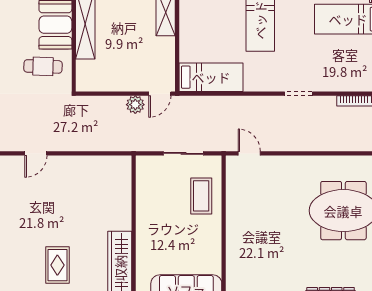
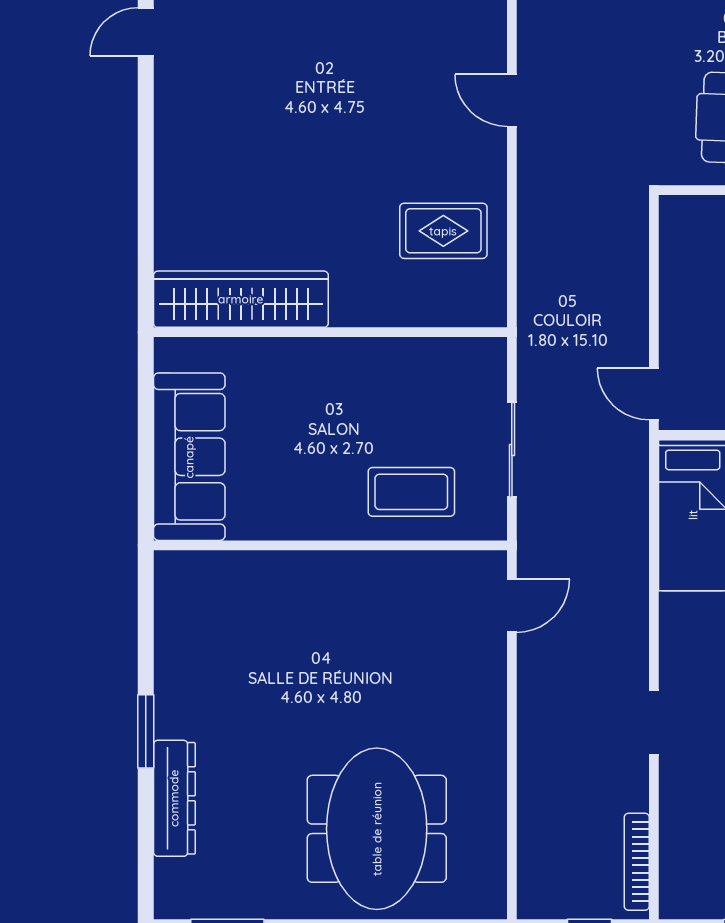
plant: (135, 105) -> (628, 336), removed
rug: (57, 265) -> (443, 231), moved

